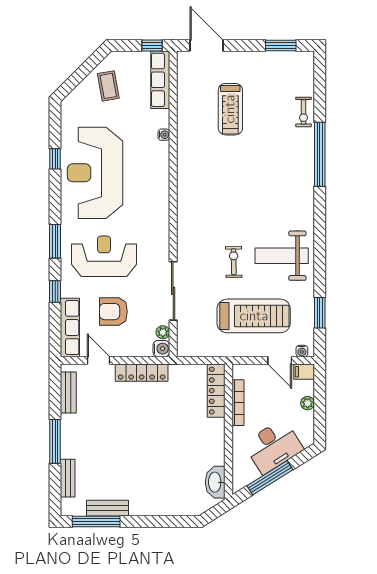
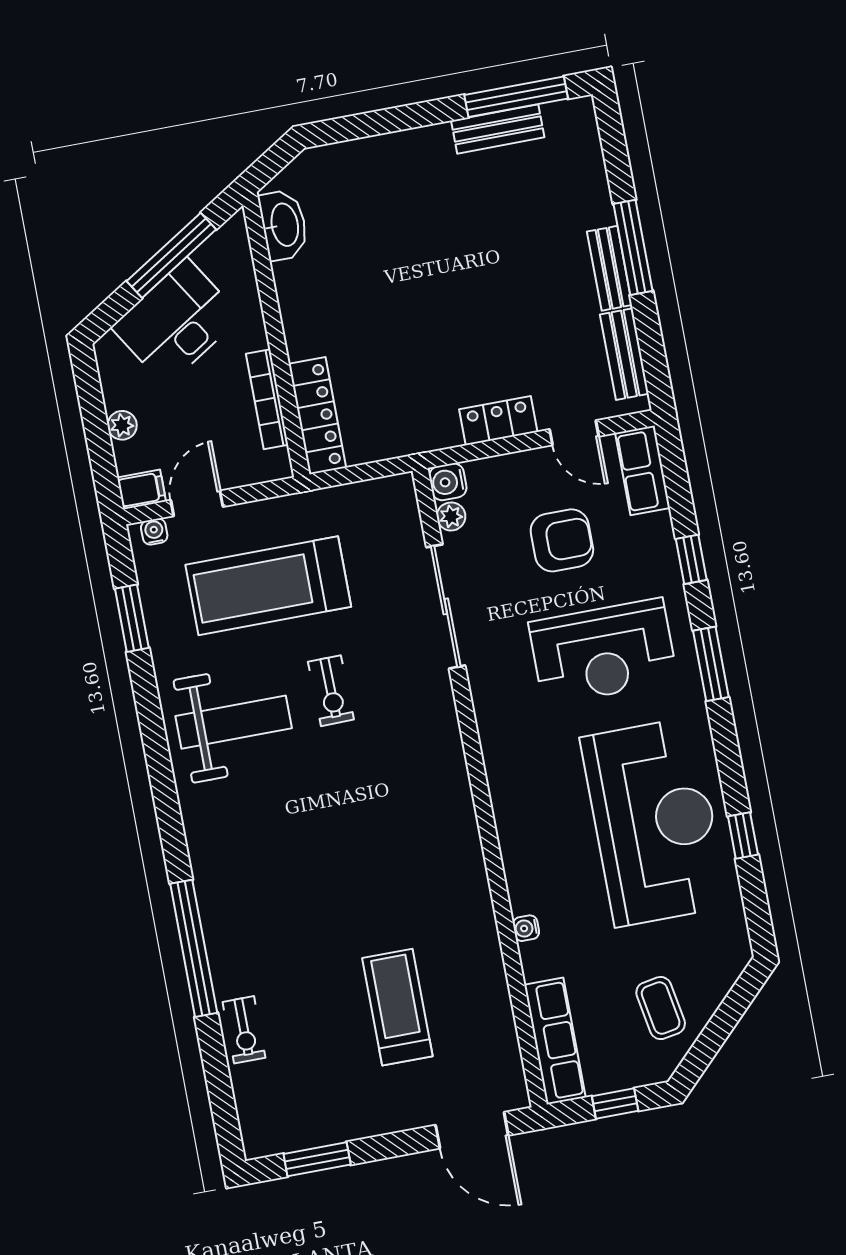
window: (152, 46) -> (615, 1103), moved
exercise bike: (303, 112) -> (244, 1030), turned 180
row of seats: (70, 328) -> (643, 470), width x0.68
door: (280, 360) -> (197, 503), hinge flipped
locker: (142, 373) -> (498, 421), width x0.66
bench: (68, 478) -> (610, 268), moved

